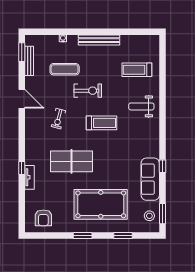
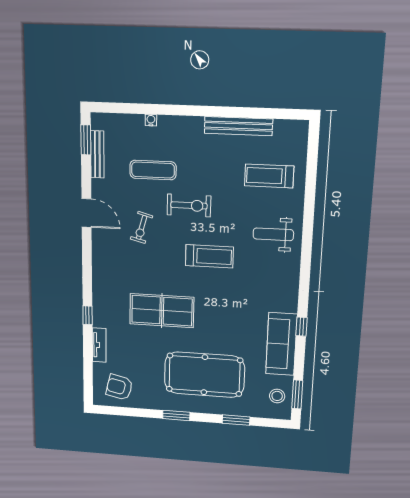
bench: (99, 40) -> (238, 126), moved
exercise bike: (58, 119) -> (142, 227), moved
tv unit: (30, 177) -> (99, 345), moved
armchair: (43, 218) -> (119, 387), turned 103

